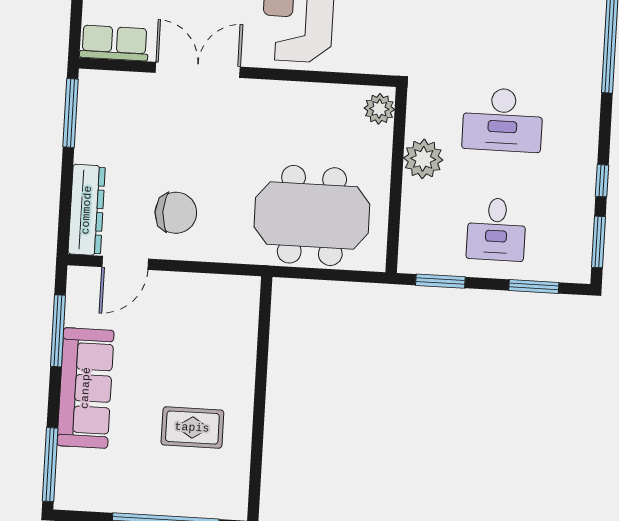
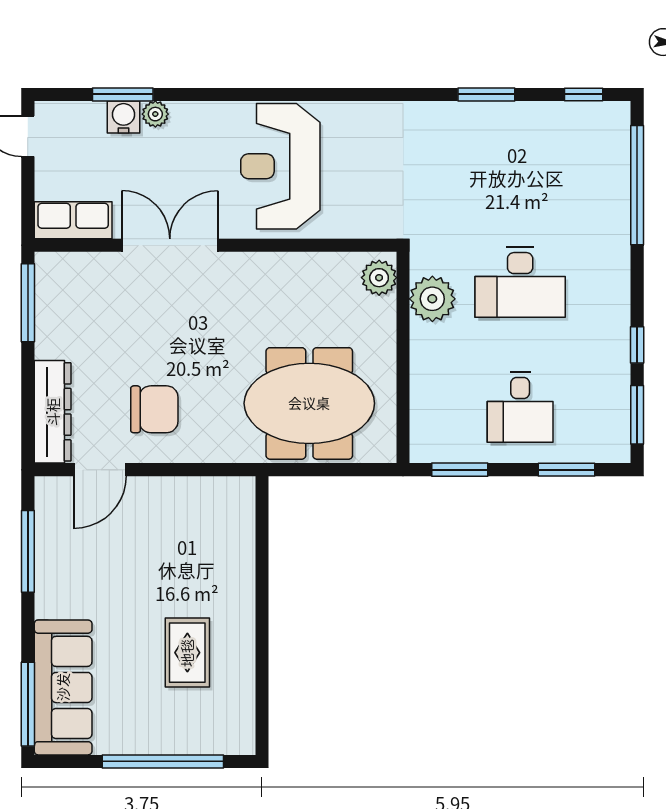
plant: (423, 159) -> (432, 299), moved
sofa: (86, 388) -> (63, 687), moved
rug: (192, 428) -> (187, 653), turned 90

